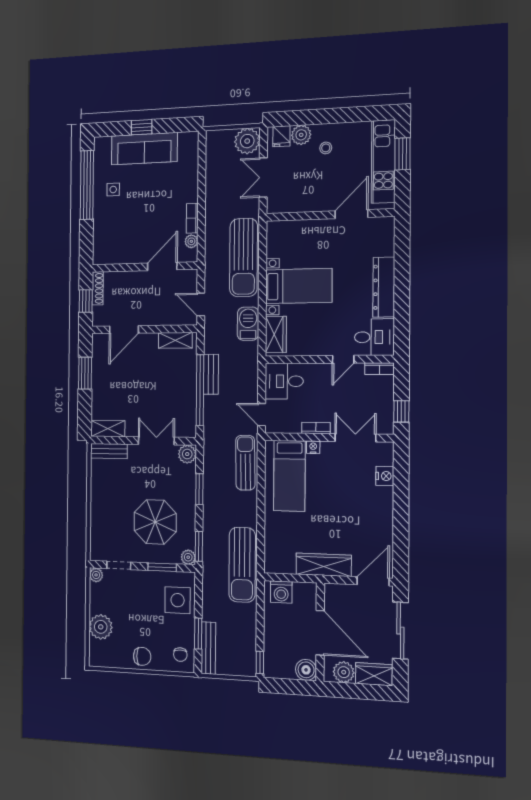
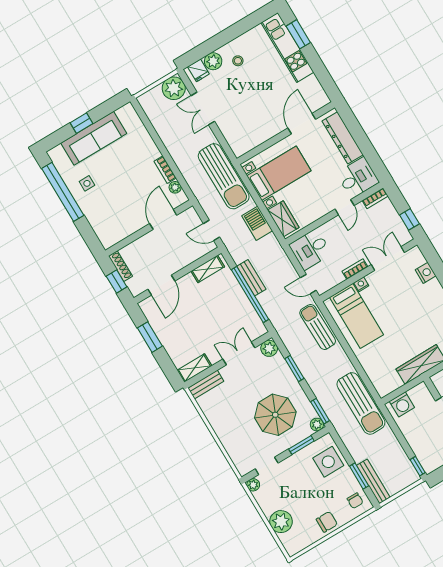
door: (351, 214) -> (302, 124), moved
wall: (330, 215) -> (286, 133), moved

